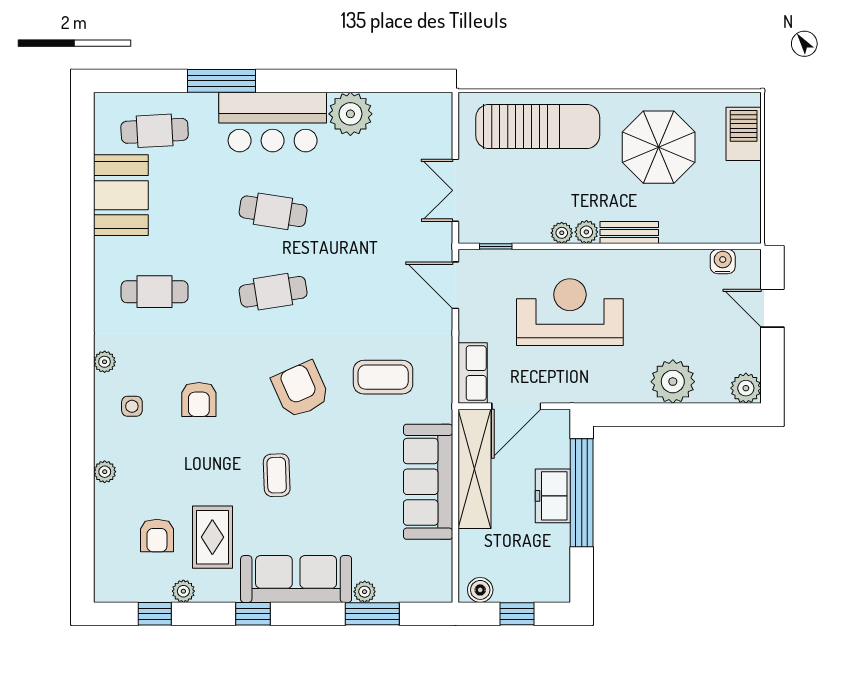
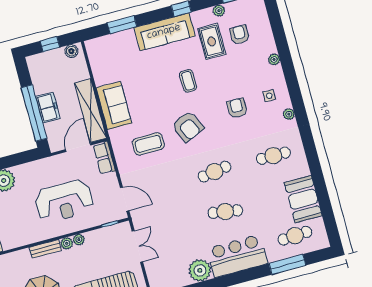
window: (221, 81) -> (287, 264), moved
sofa: (428, 482) -> (114, 105), width x0.73
plant: (365, 592) -> (129, 35), removed

